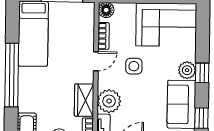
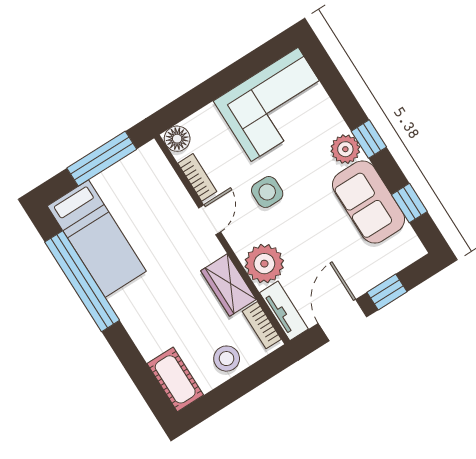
window: (12, 75) -> (82, 281), moved

